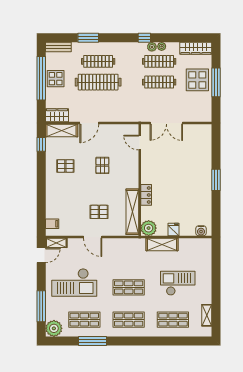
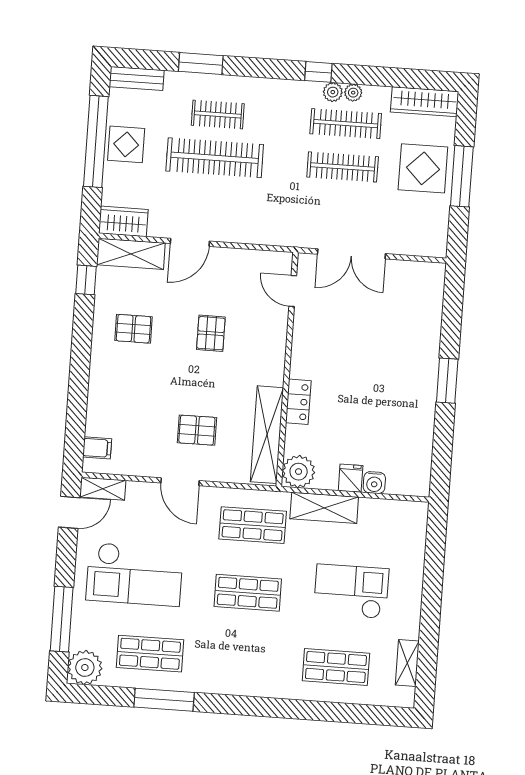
clothes rail: (98, 61) -> (218, 115), width x0.73
water cooler: (201, 231) -> (374, 483), moved
shop shelf: (129, 320) -> (253, 525), moved

